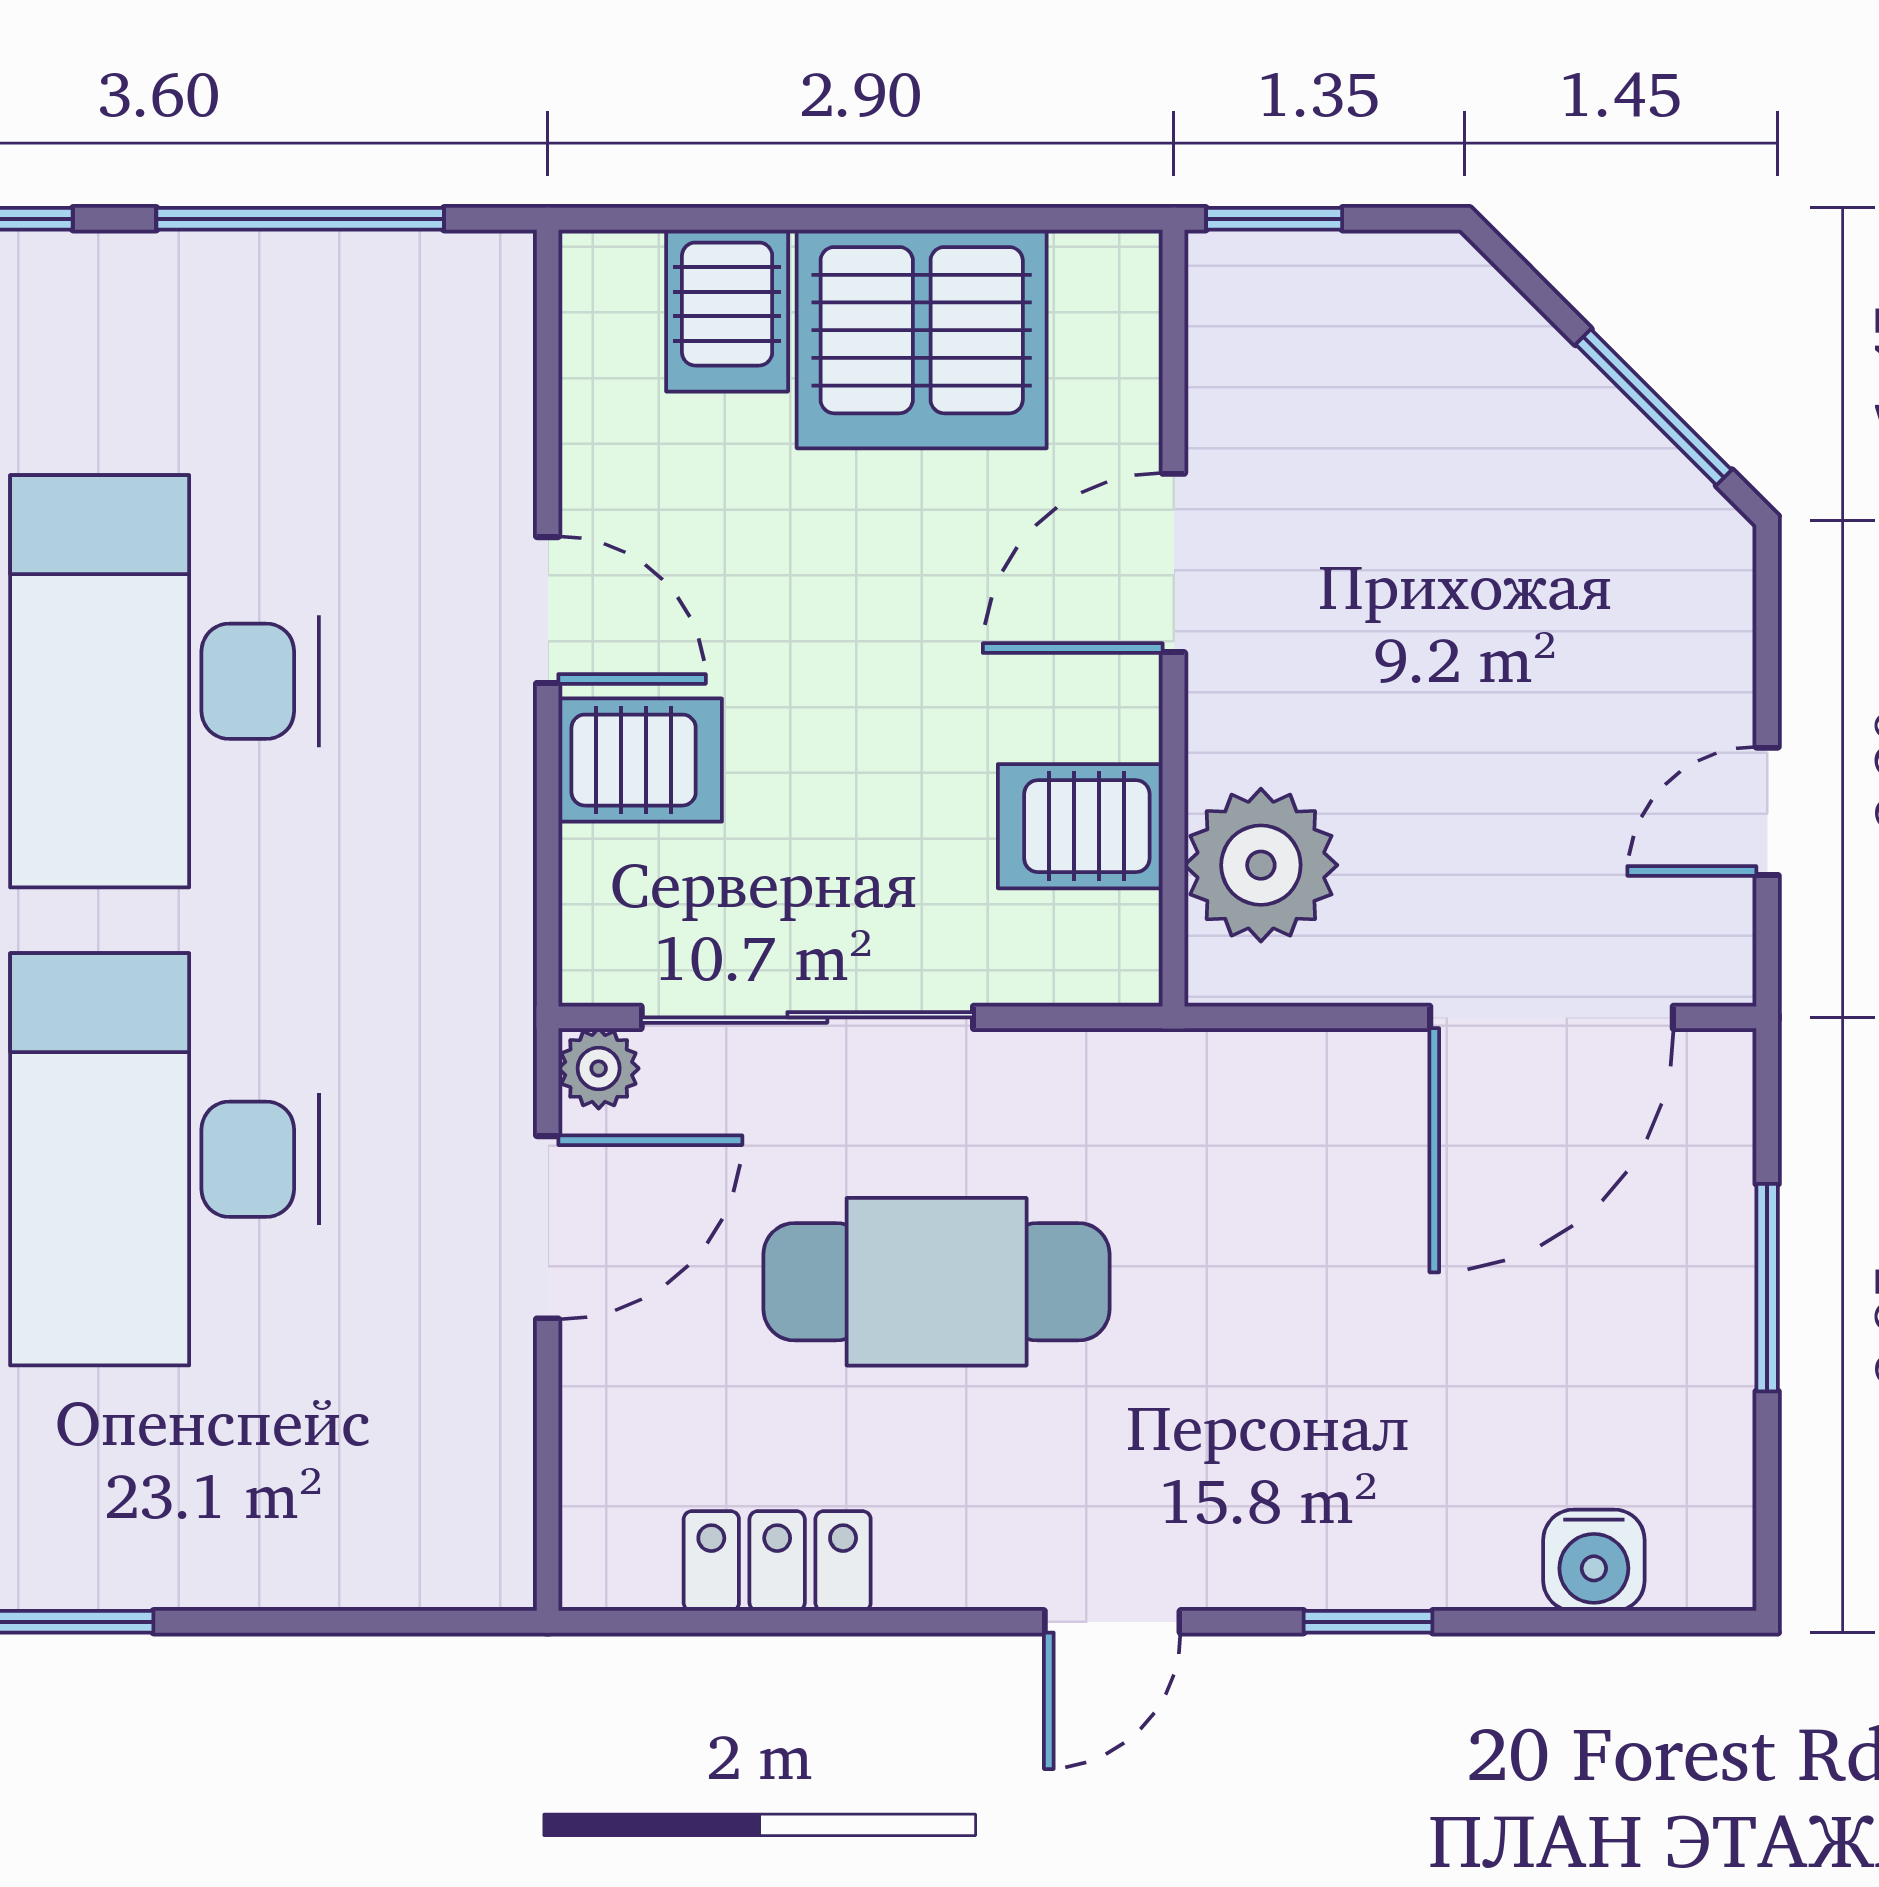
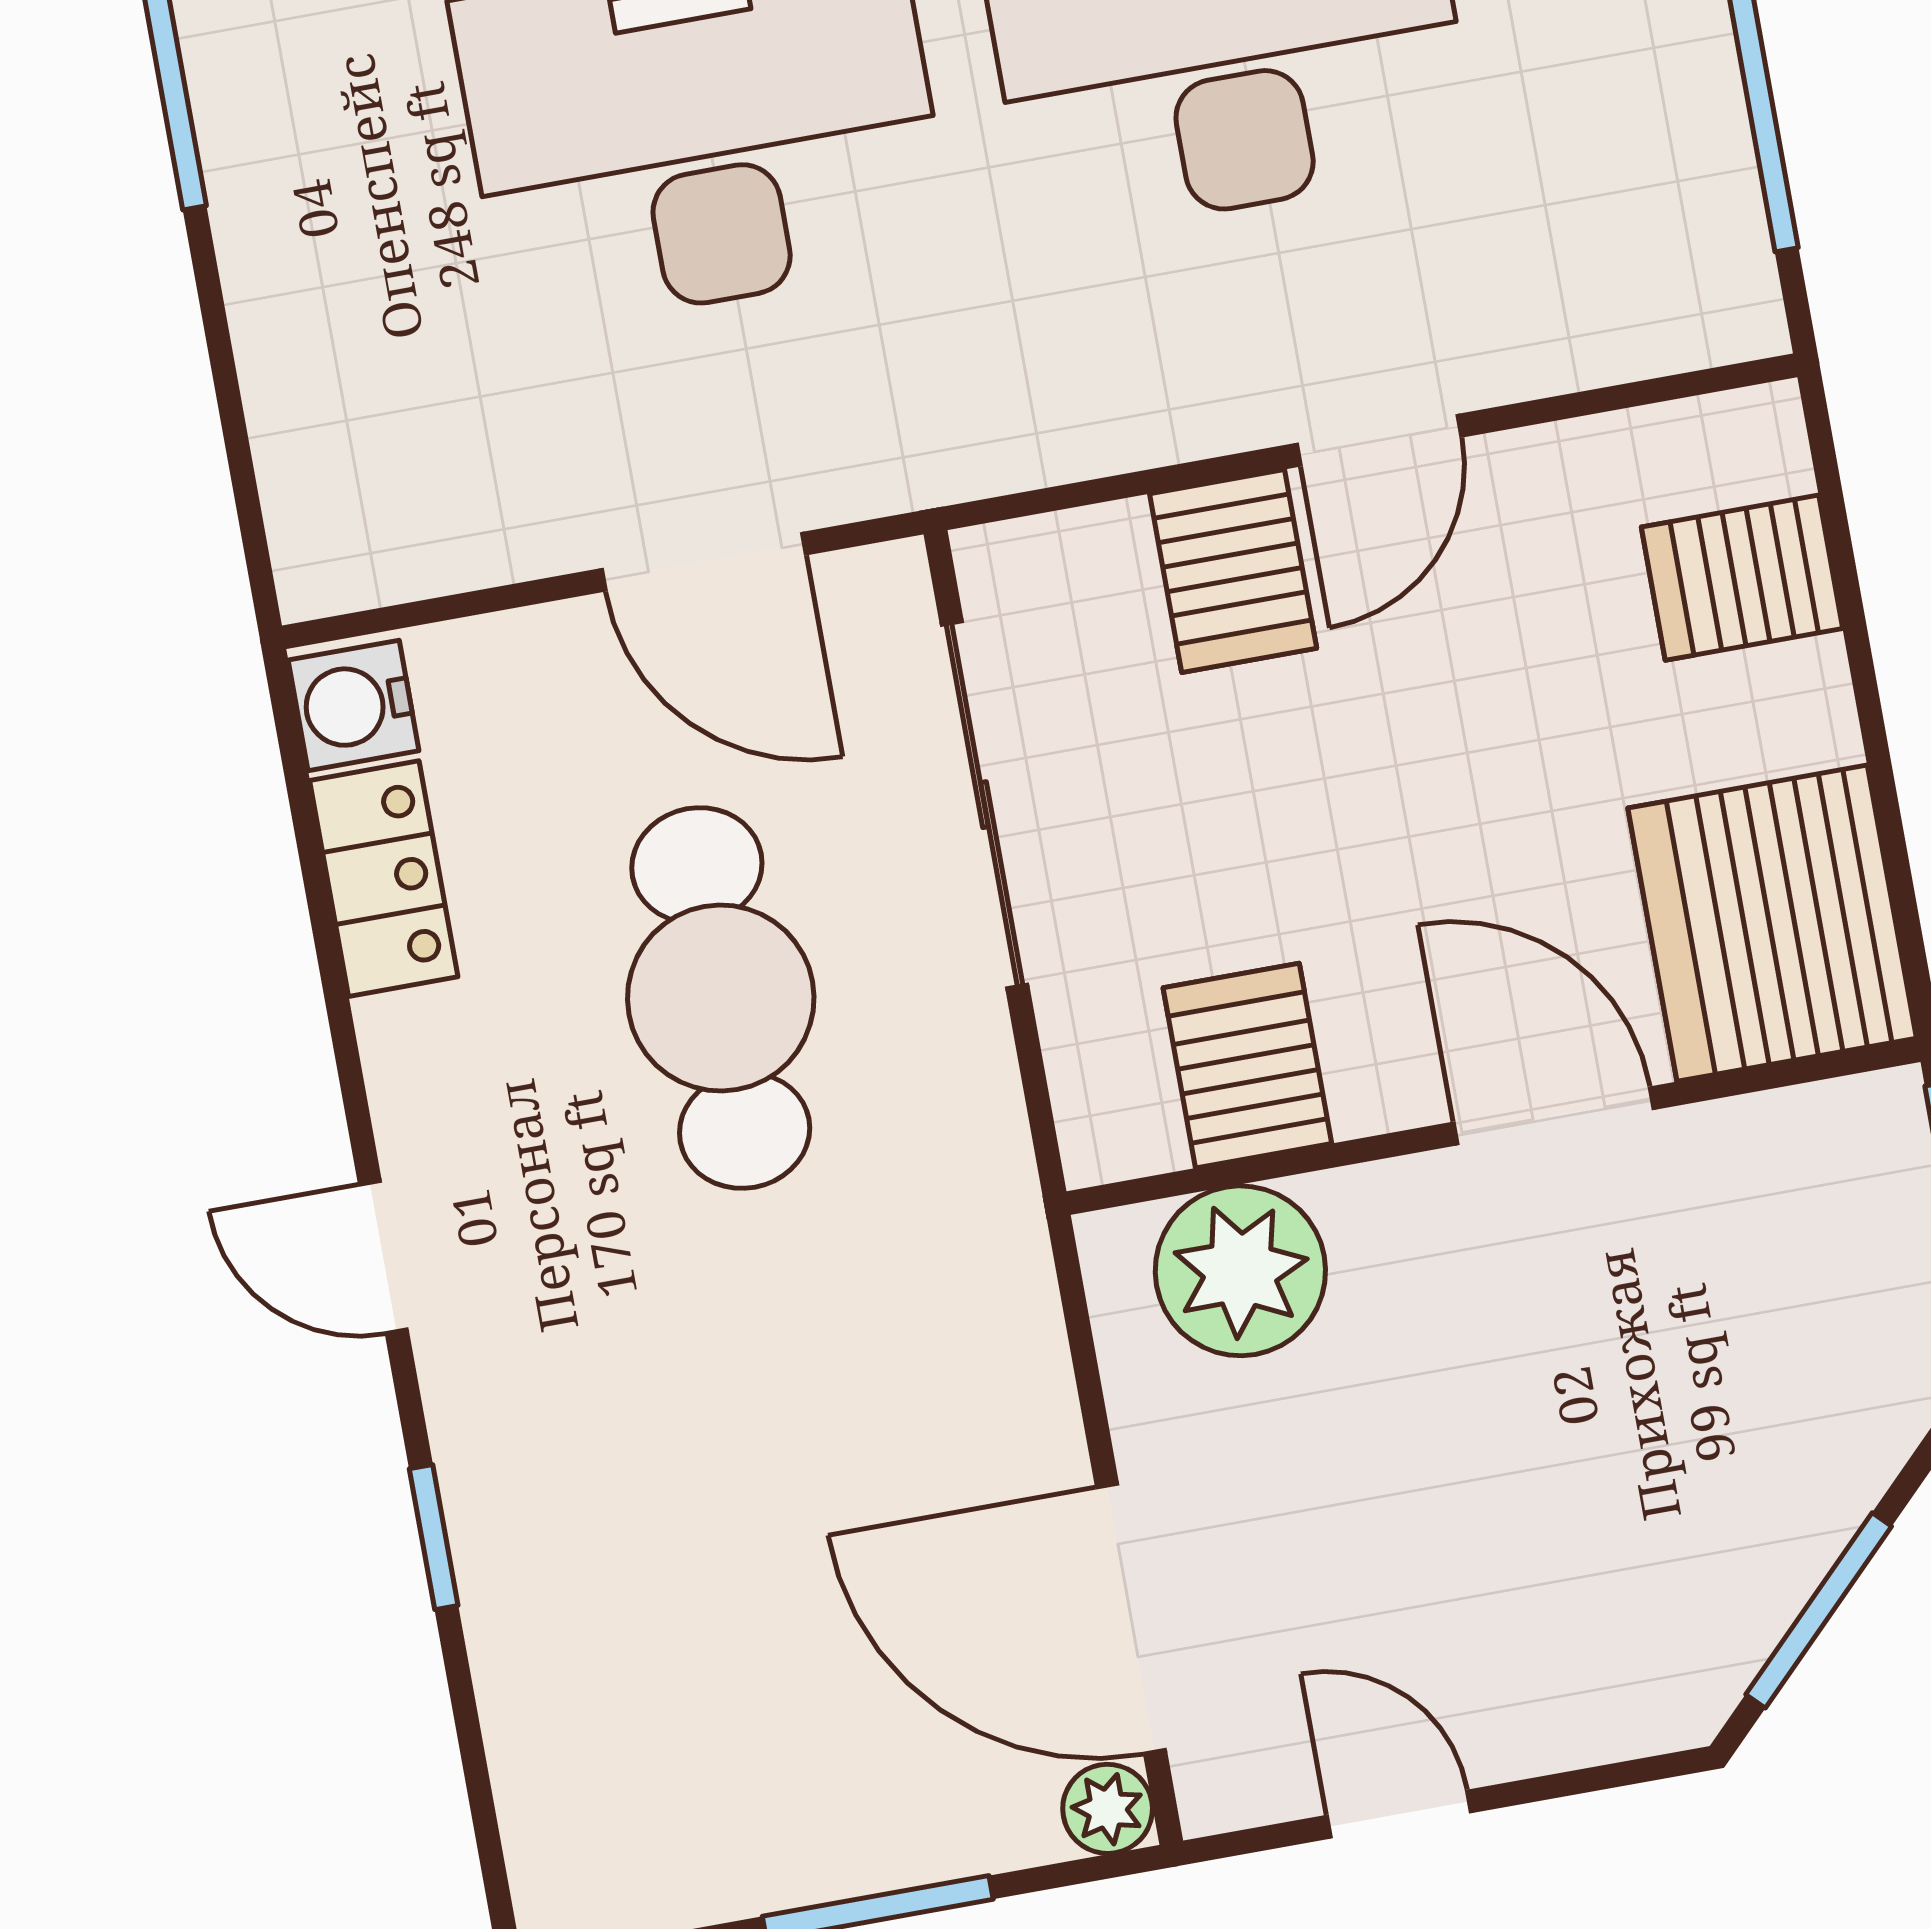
server rack: (922, 339) -> (1772, 923), moved
plant: (599, 1068) -> (1108, 1809), moved
water cooler: (1594, 1560) -> (354, 705), moved

